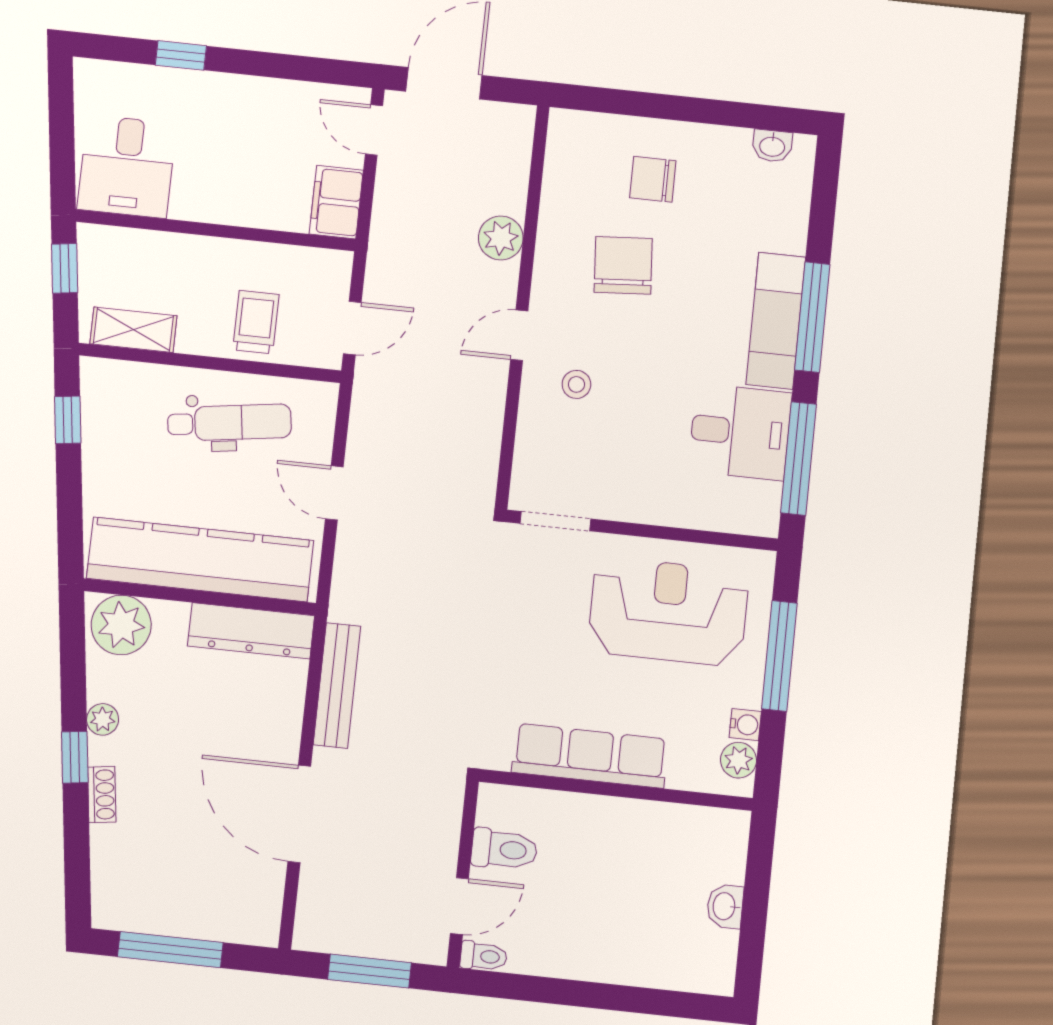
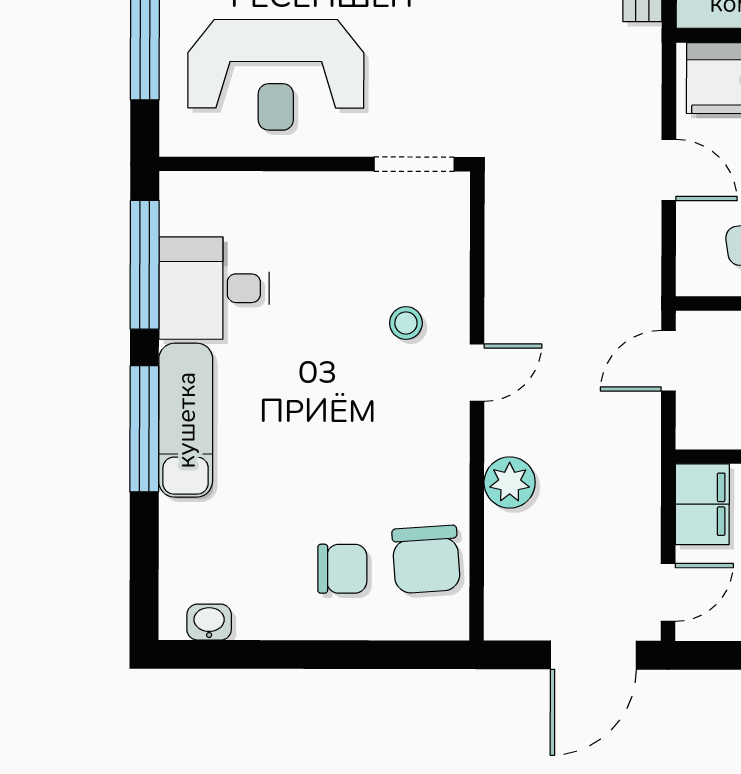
door: (374, 130) -> (668, 592), hinge flipped
chair: (623, 265) -> (426, 559), moved

